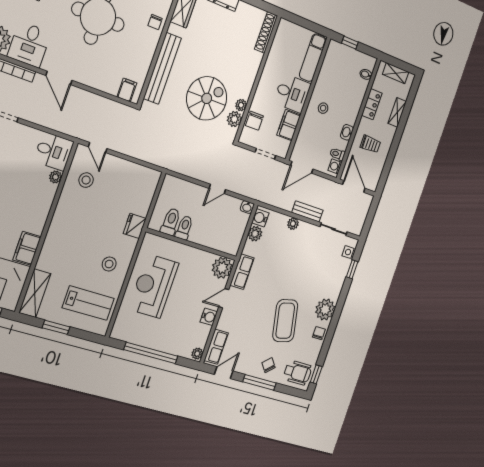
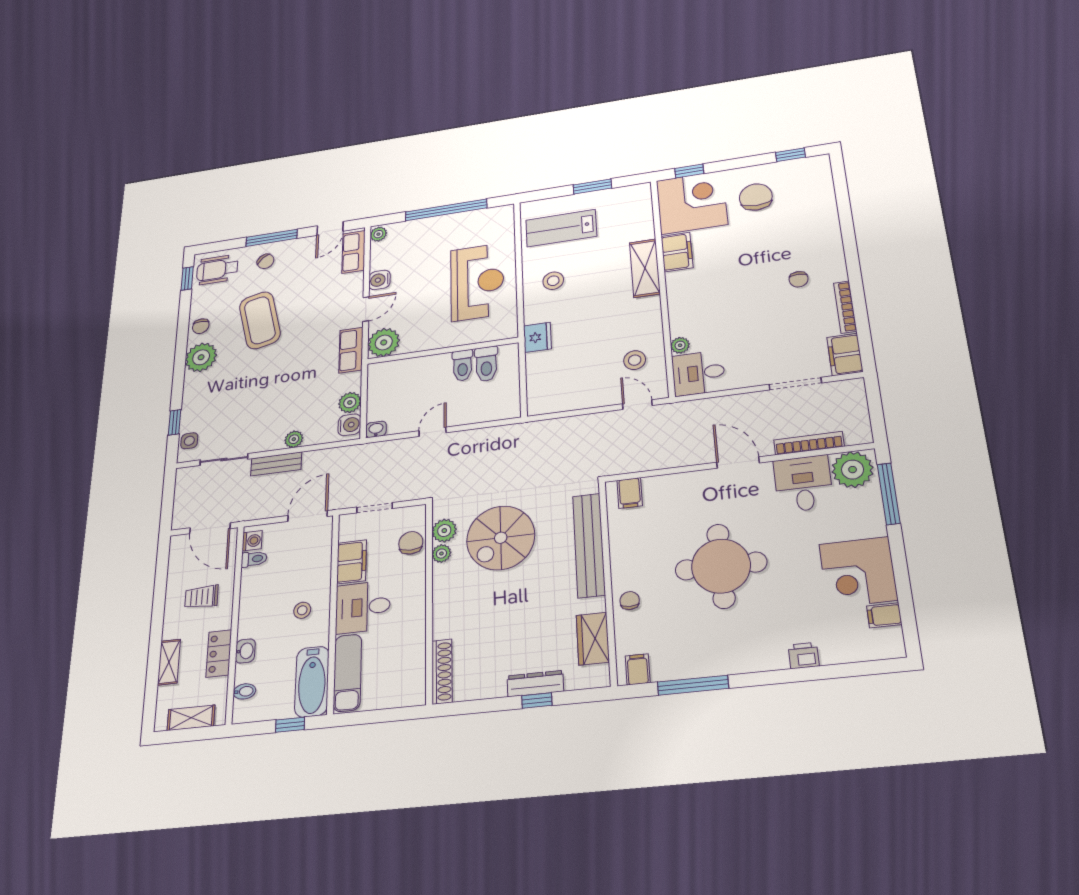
bathtub: (332, 62) -> (312, 682), added
washbasin: (347, 132) -> (245, 651), moved
shelving: (35, 293) -> (645, 268), moved

